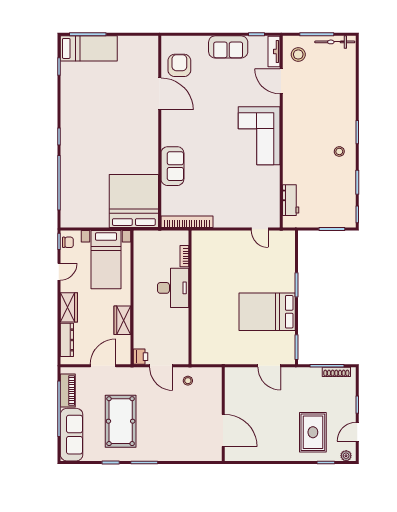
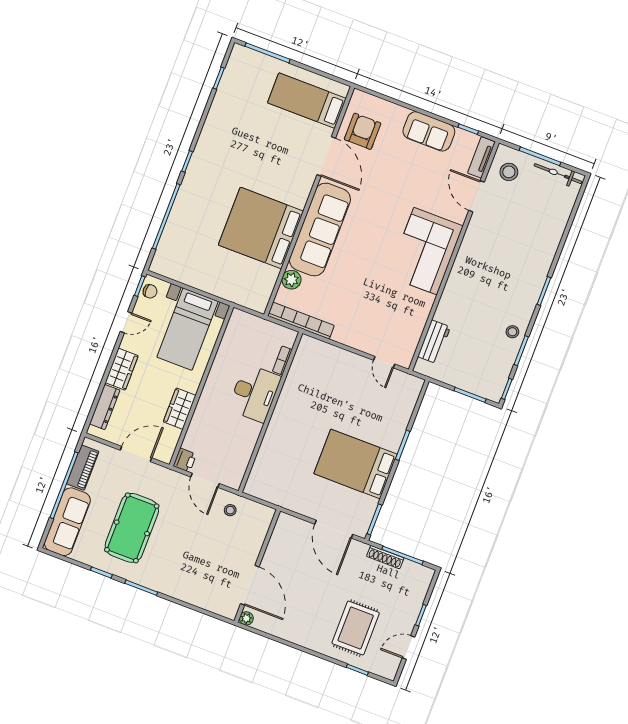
bed: (89, 48) -> (307, 101), moved, turned 180
stool: (339, 151) -> (512, 332), moved
sofa: (172, 166) -> (320, 229), width x1.85, depth x1.27
plant: (169, 194) -> (291, 280), added
bed: (134, 201) -> (261, 228), moved, turned -90
door: (269, 366) -> (334, 529), width x1.36
shoe rack: (336, 372) -> (385, 557), moved
plant: (346, 456) -> (246, 618), moved

